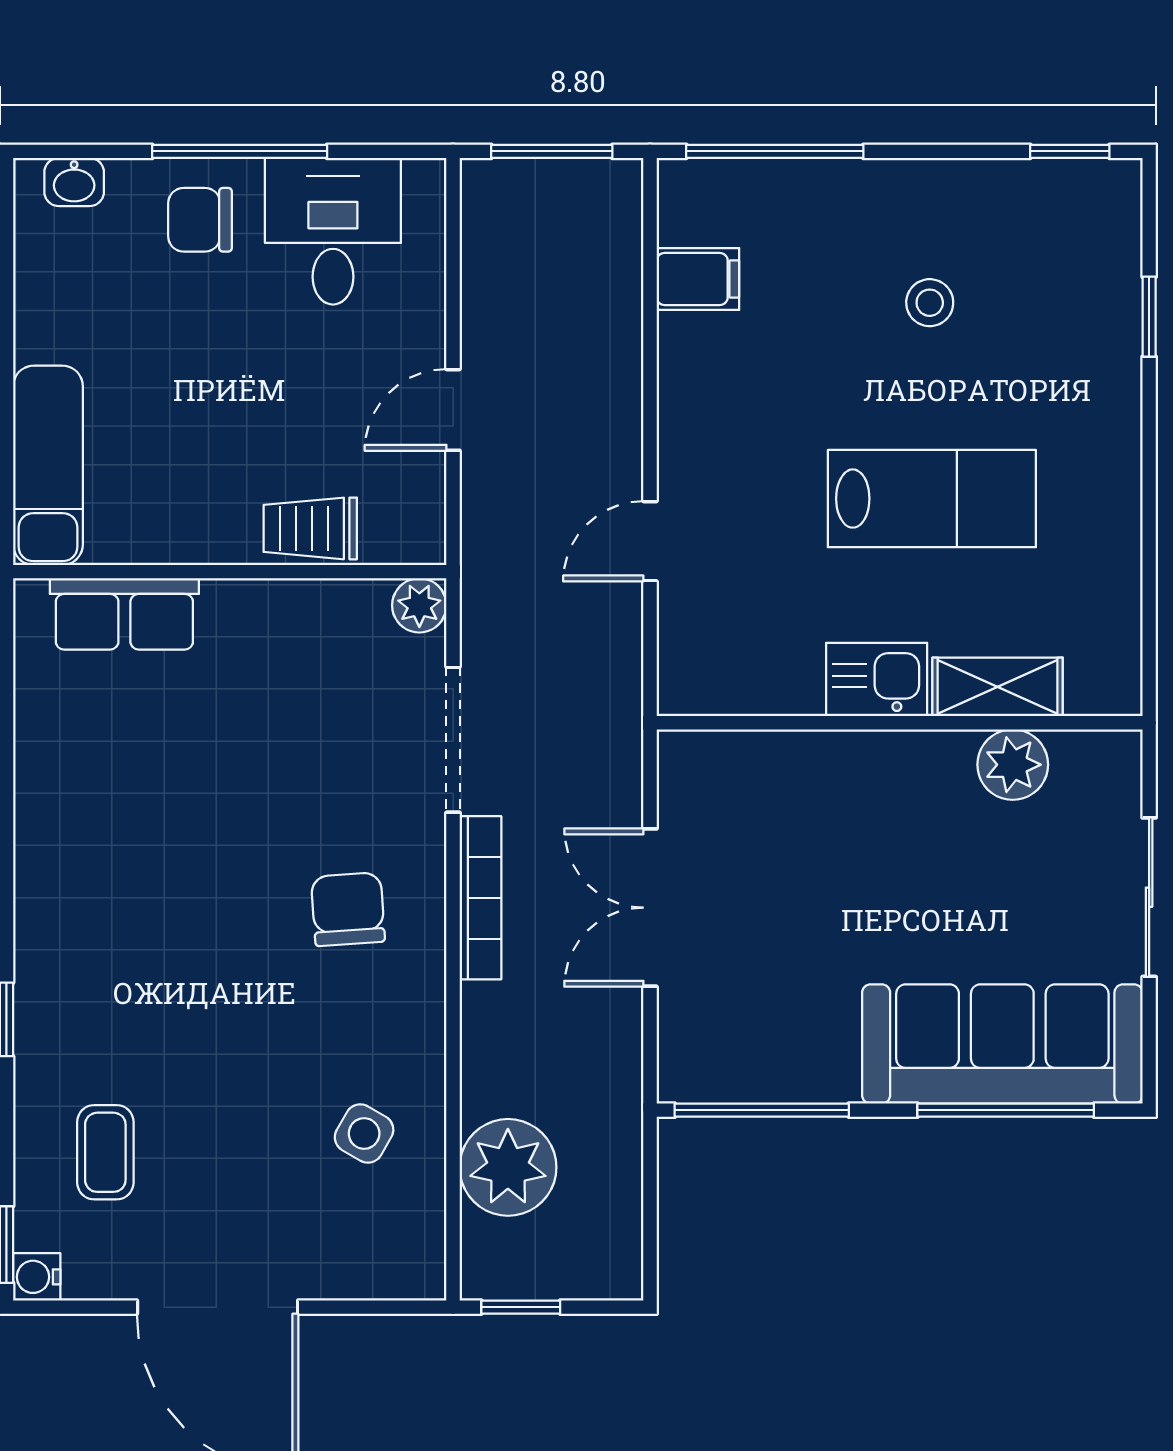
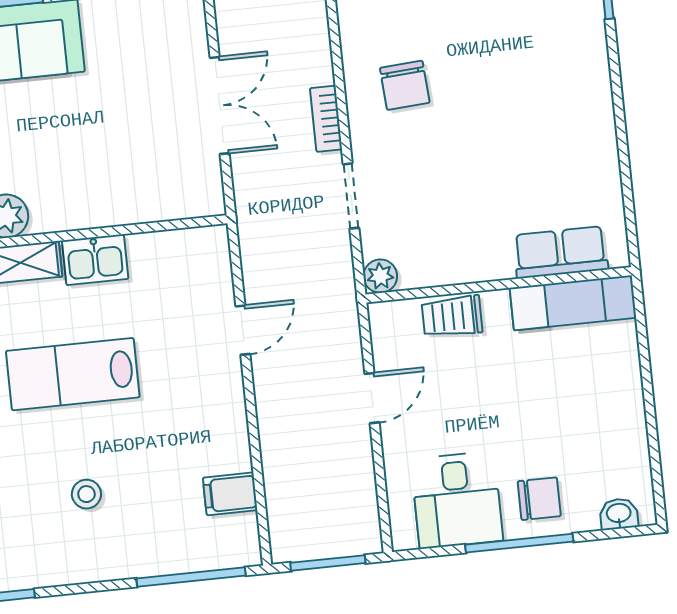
exam couch: (48, 465) -> (573, 303), moved, turned -90
trolley: (310, 528) -> (452, 316), turned 180
doorway: (453, 740) -> (351, 196), width x0.73
bookcase: (480, 898) -> (326, 119), width x0.64

